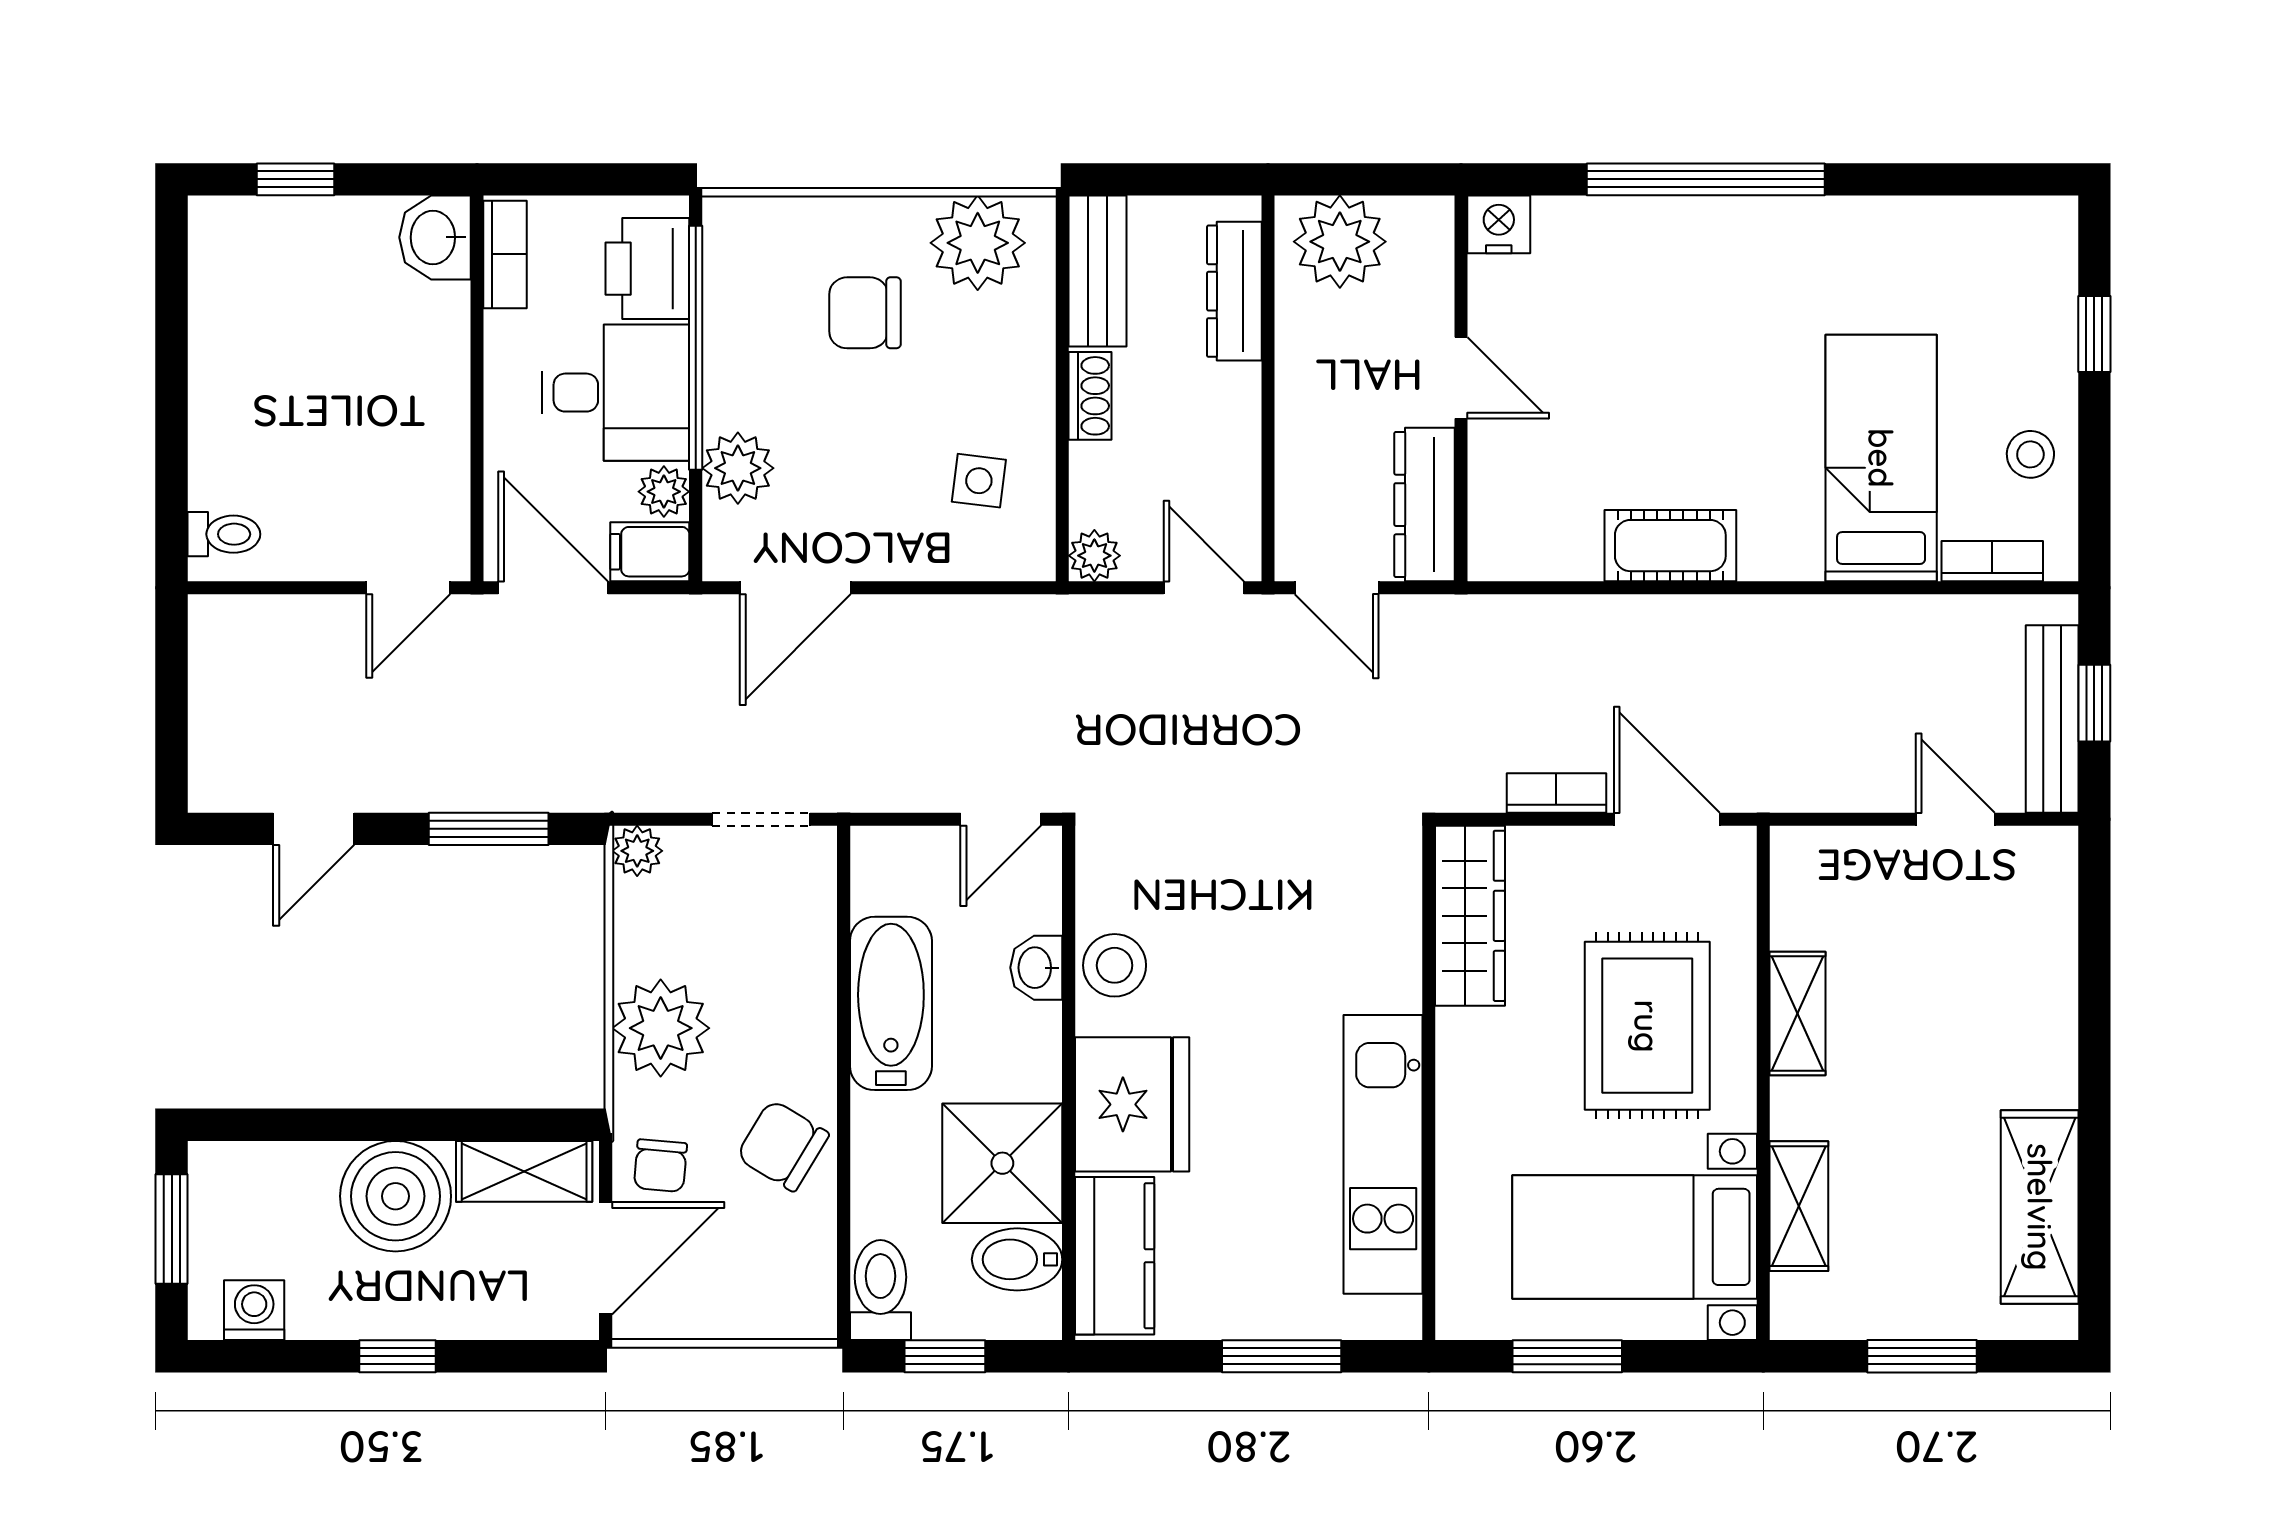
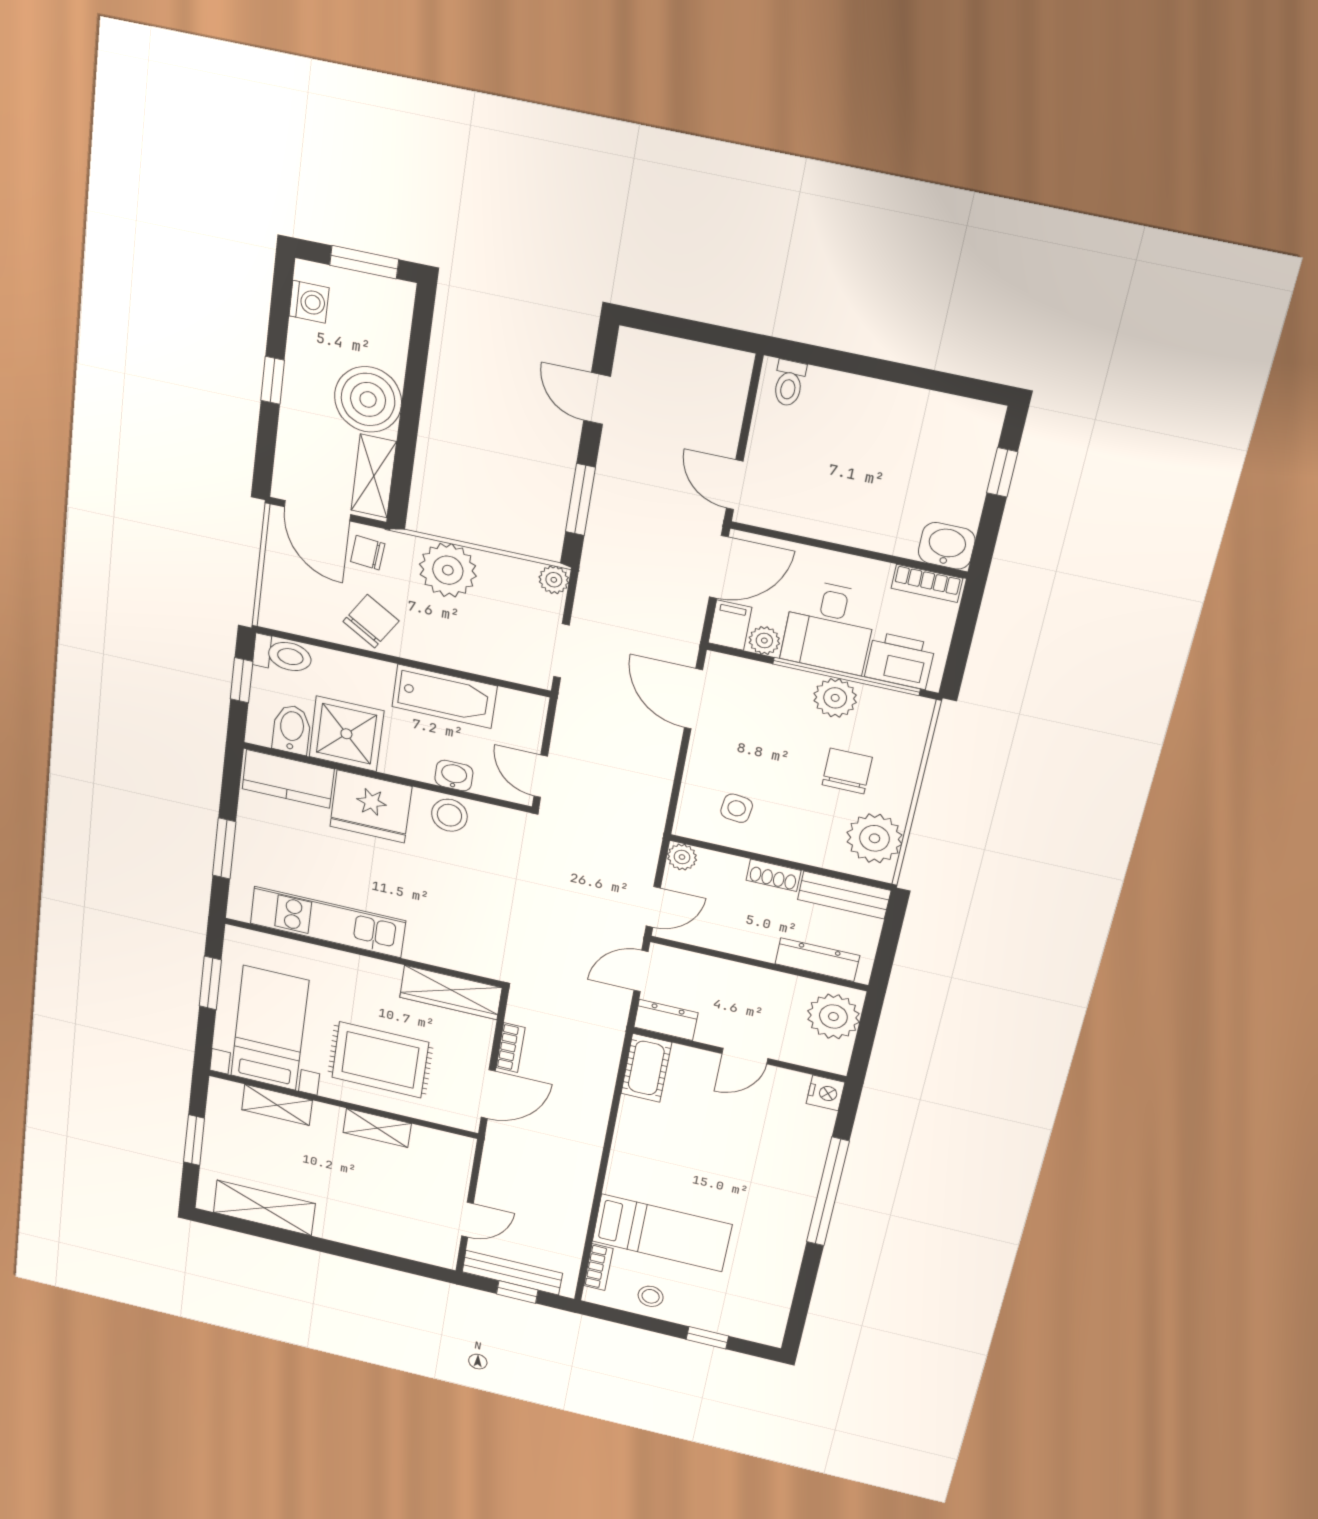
plant: (738, 468) -> (835, 698), moved
dresser: (1424, 505) -> (666, 1020), width x0.70
cot: (1670, 546) -> (646, 1068), moved

